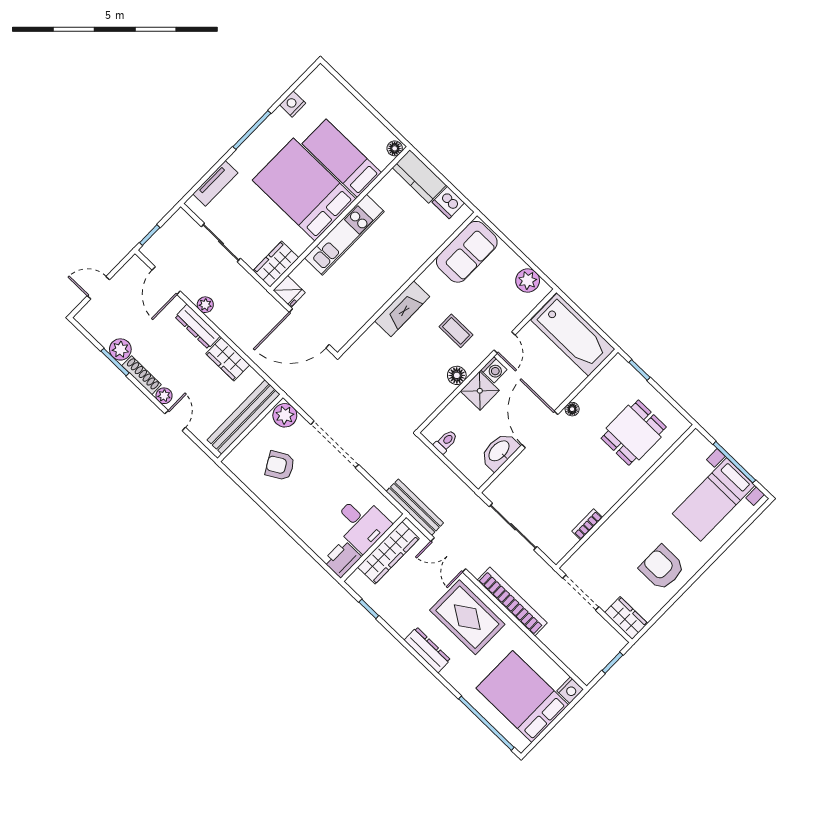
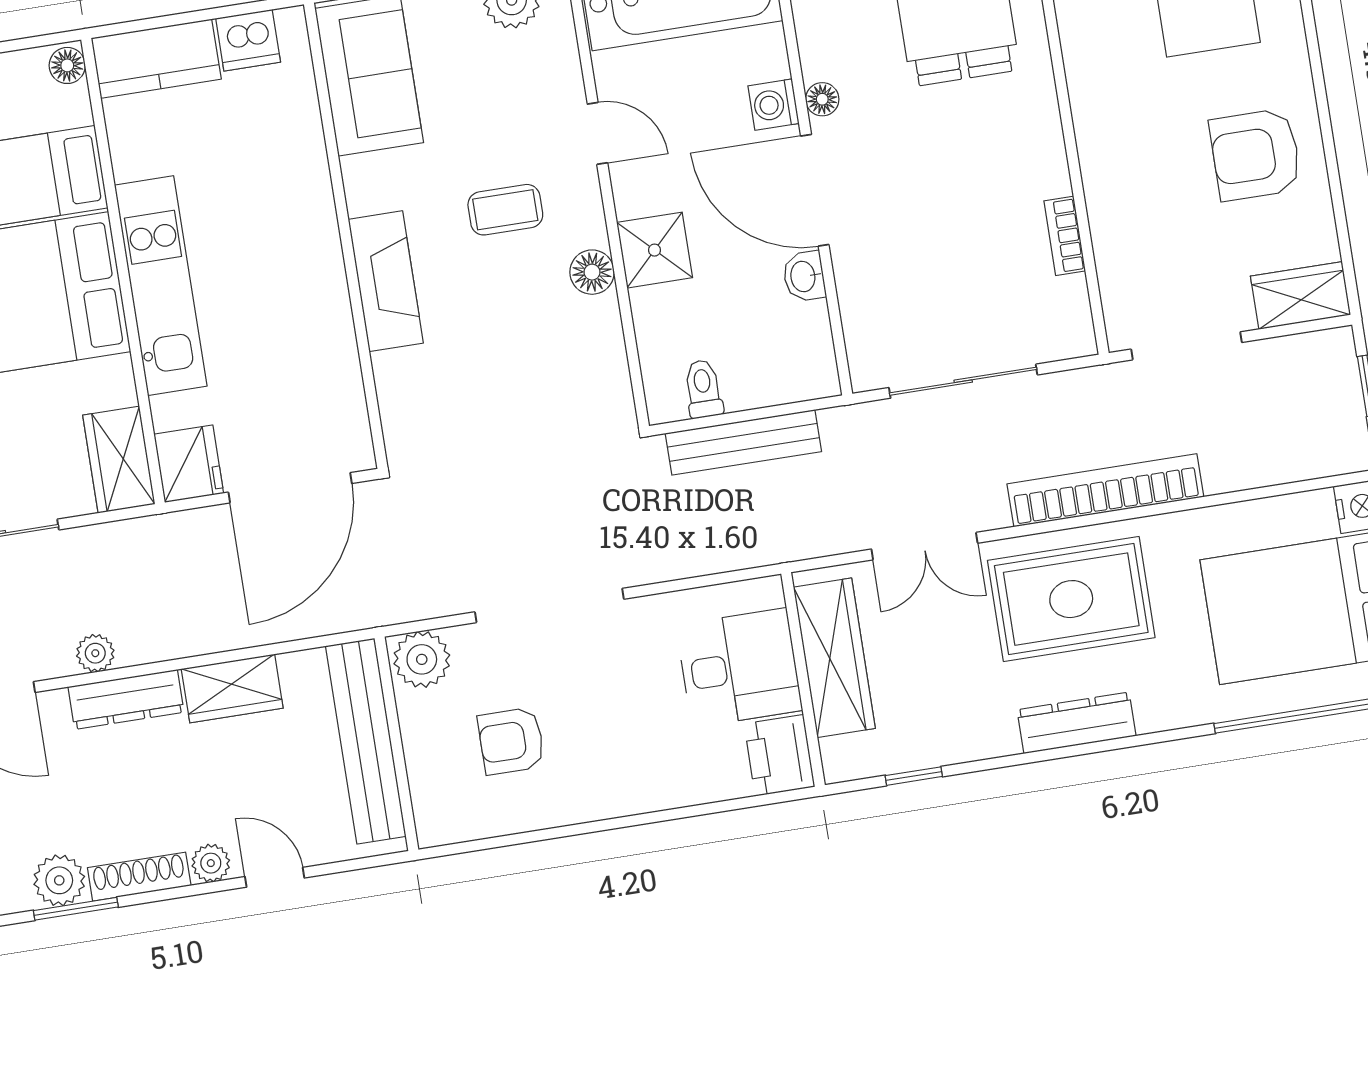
fridge: (289, 291) -> (189, 464), width x1.38
washing machine: (494, 370) -> (774, 105), moved, turned 180
washbasin: (499, 451) -> (804, 276), width x0.52, depth x0.69
armchair: (280, 466) -> (511, 741), turned 30
bench: (415, 507) -> (743, 442), moved

